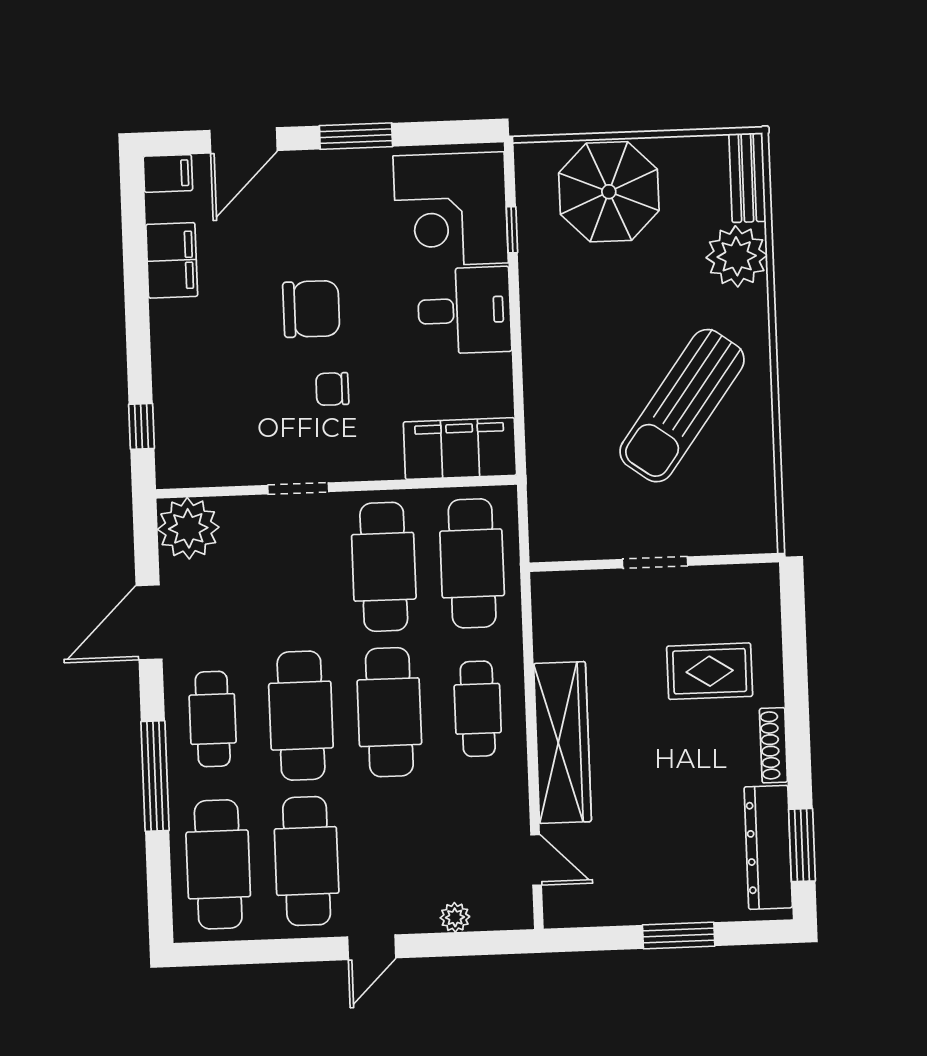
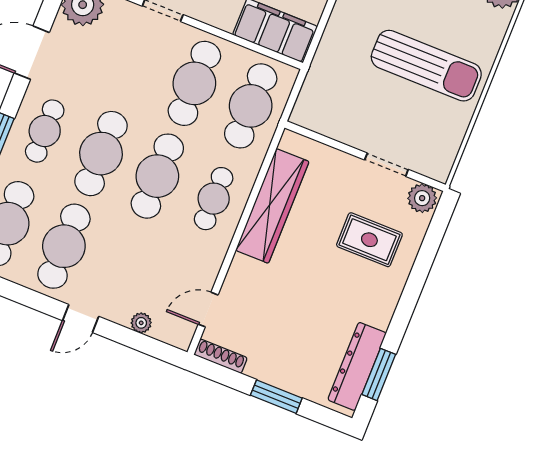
sun lounger: (682, 406) -> (426, 66), turned -126
doorway: (655, 562) -> (386, 165), moved
plant: (755, 585) -> (422, 198), added
wardrobe: (562, 743) -> (272, 206), moved
shoe rack: (773, 745) -> (221, 356), moved, turned 90
door: (536, 860) -> (208, 310), swing flipped

